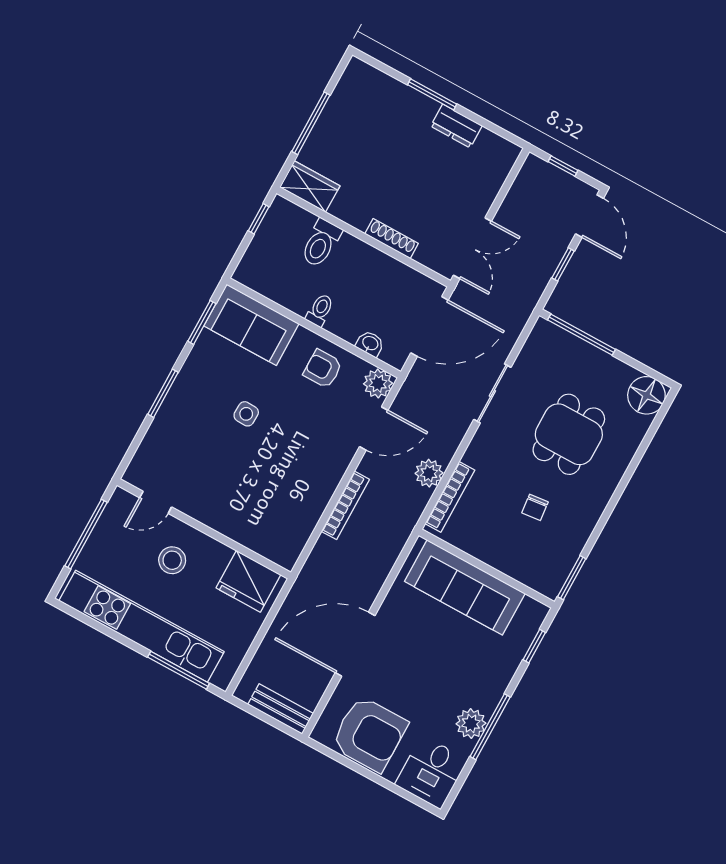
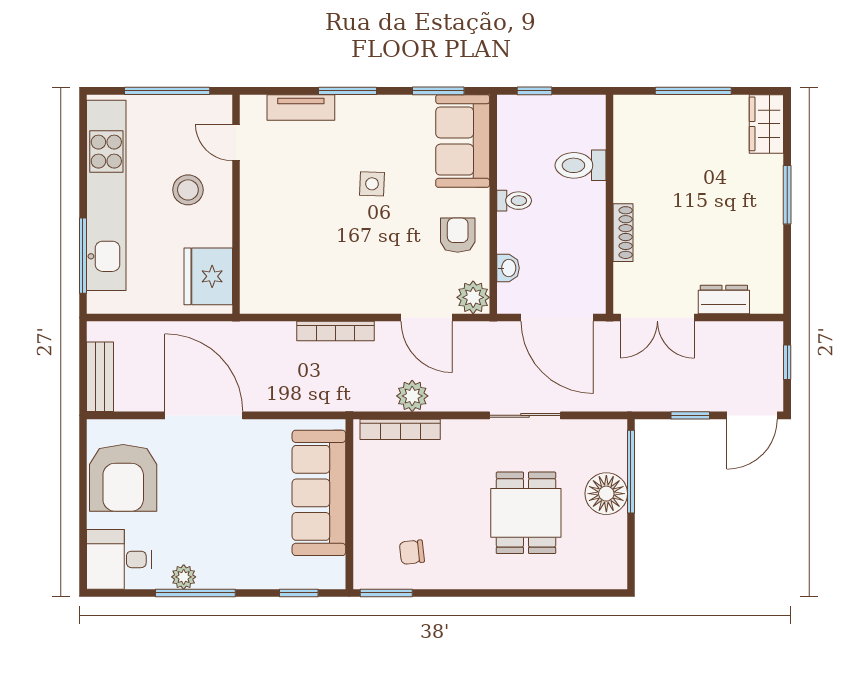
dresser: (456, 126) -> (724, 299), moved, turned 90
wardrobe: (310, 187) -> (766, 124), moved, turned 180
window: (259, 219) -> (534, 91), moved
floor lamp: (646, 395) -> (606, 494), moved
dining table: (569, 434) -> (526, 513), turned 90
tv unit: (156, 437) -> (301, 107), added
chair: (535, 507) -> (412, 552), moved
plant: (471, 724) -> (184, 577), width x0.73, depth x0.73

